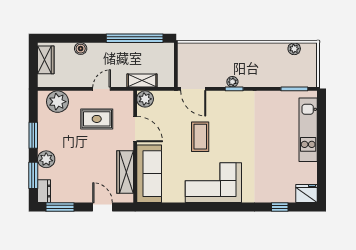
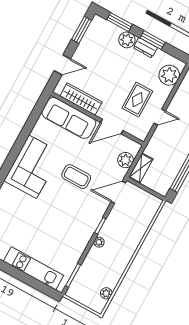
shelving: (142, 81) -> (141, 168), moved
plant: (232, 82) -> (99, 242), moved
door: (102, 89) -> (160, 117), hinge flipped
plant: (145, 99) -> (125, 160), moved
dresser: (44, 191) -> (145, 48), moved

